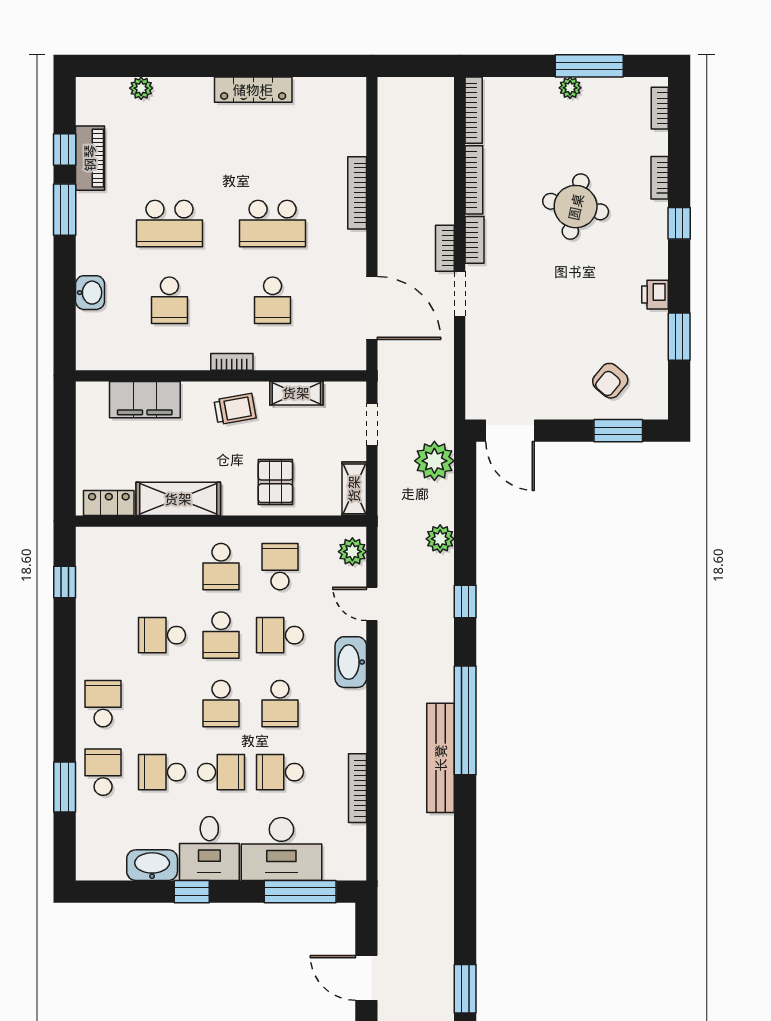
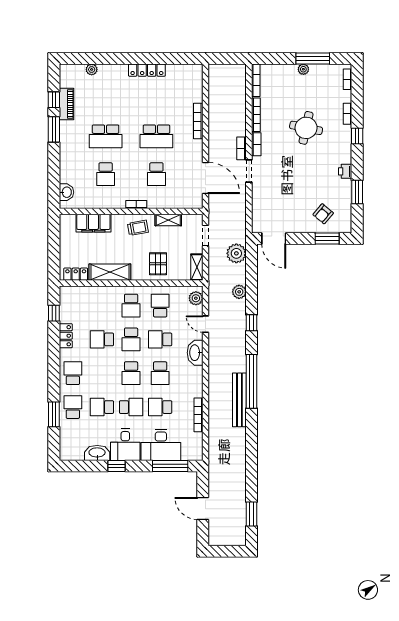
washbasin: (90, 293) -> (66, 192), moved
locker: (89, 628) -> (66, 336), added

